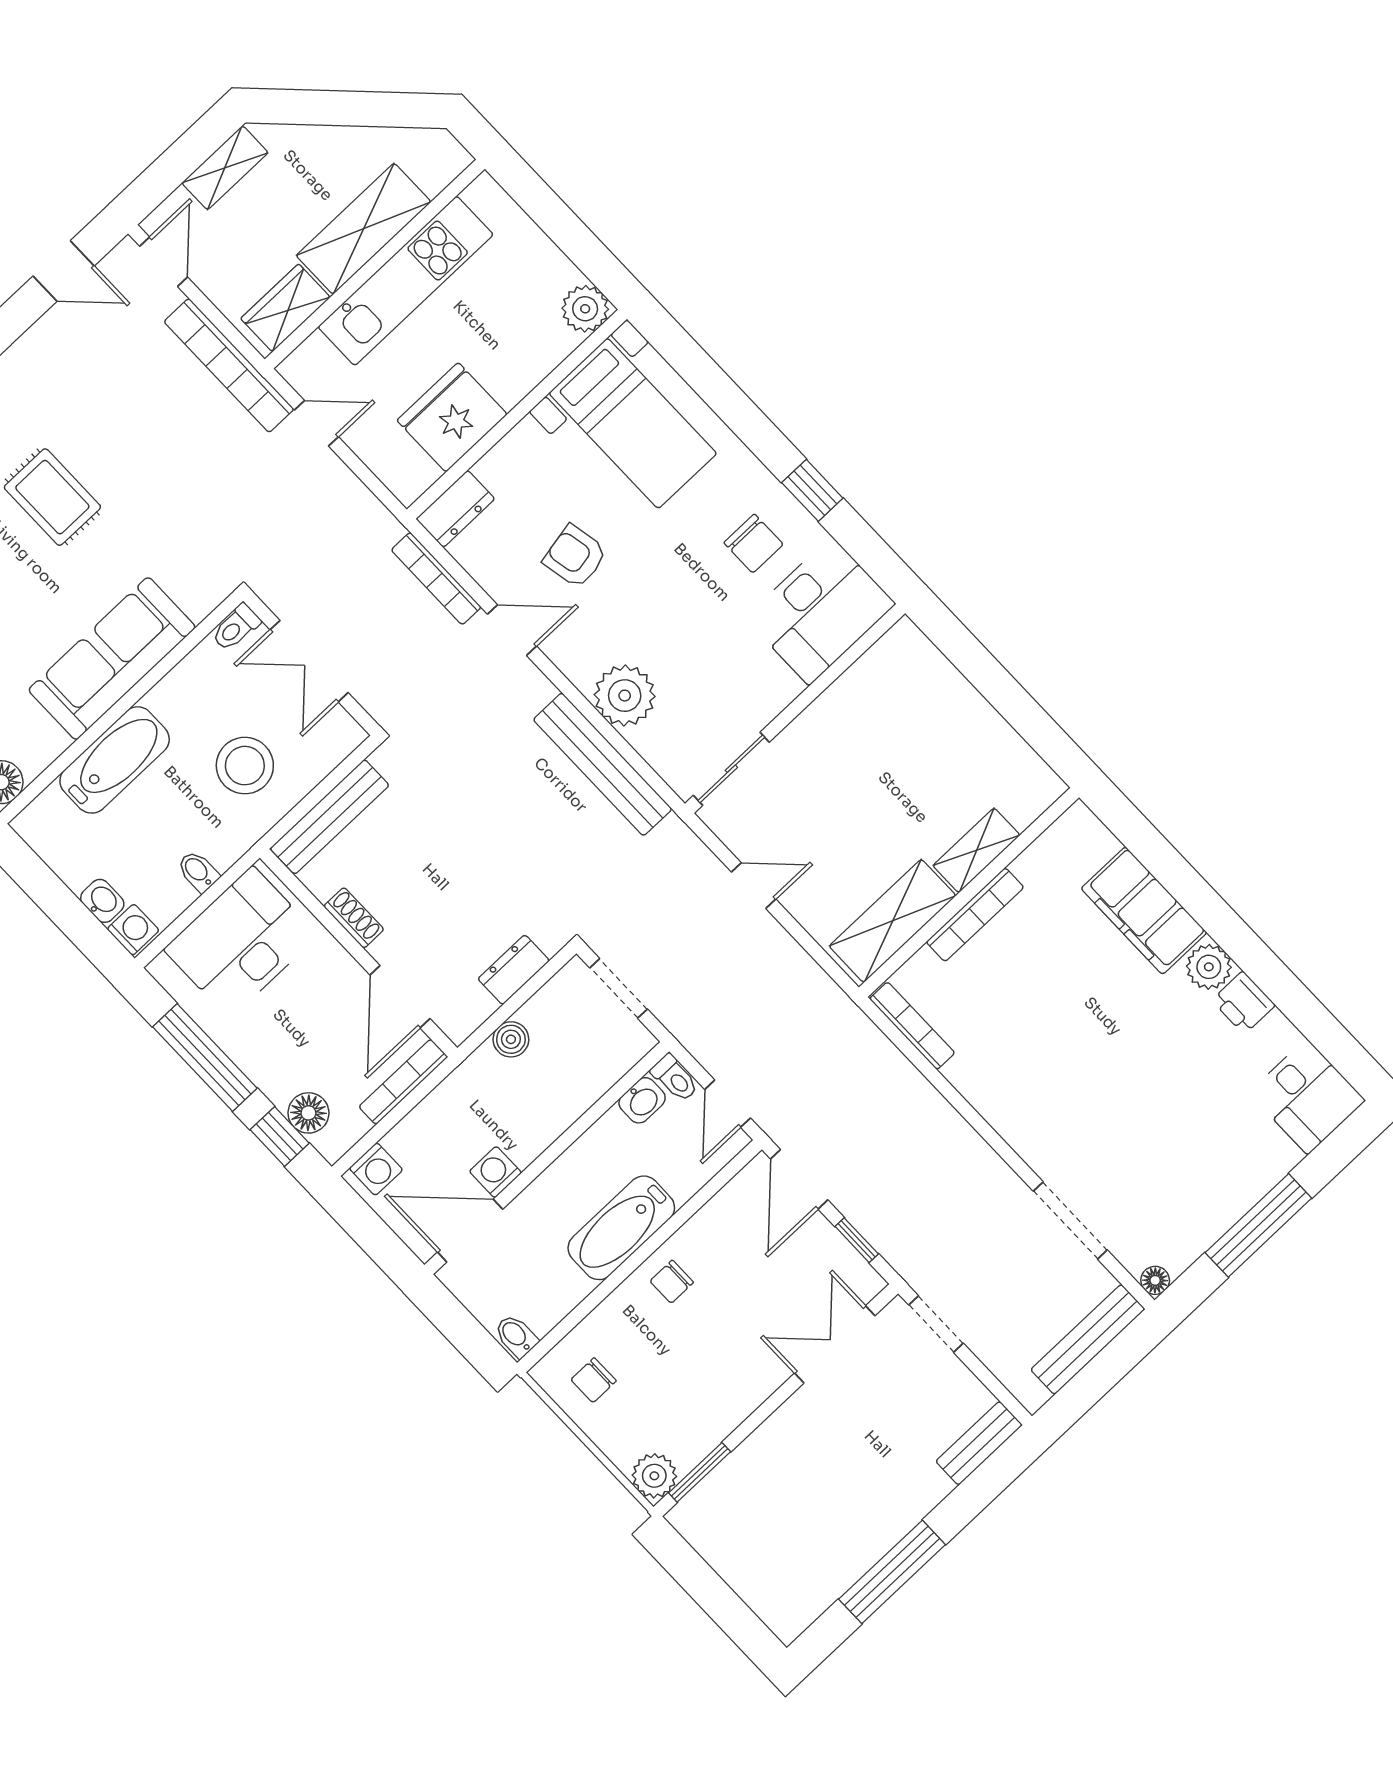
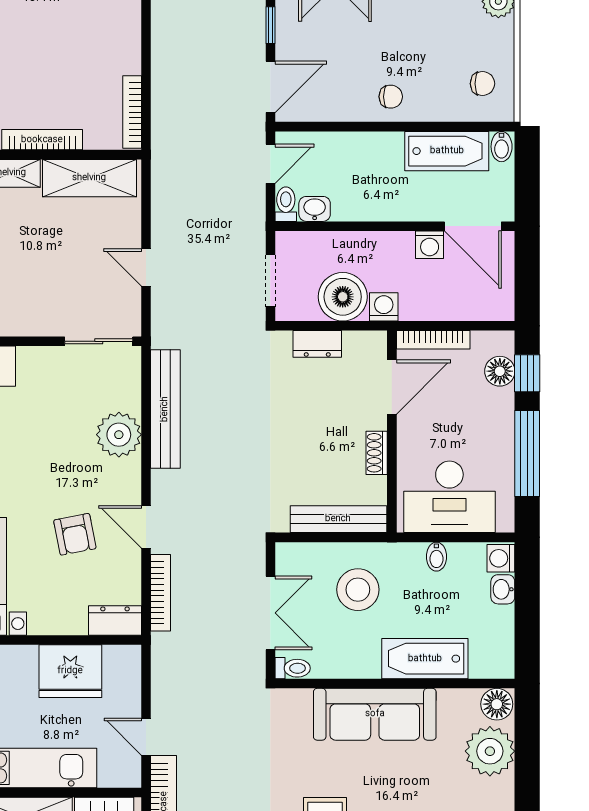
boiler: (511, 1039) -> (343, 297), width x1.86, depth x1.86
washing machine: (376, 1169) -> (384, 307), moved
bathtub: (621, 1228) -> (447, 151), moved

